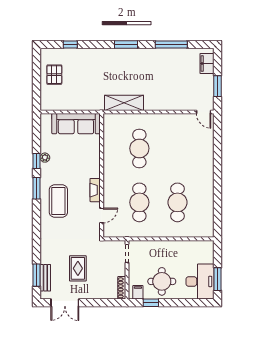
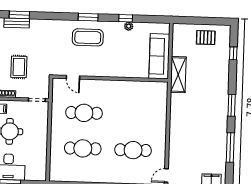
shelving: (124, 103) -> (178, 75), moved
cafe table: (139, 148) -> (133, 150), moved
window: (37, 188) -> (88, 17), moved
fireplace: (95, 190) -> (97, 72), removed
rug: (78, 268) -> (19, 67), moved, turned 90

